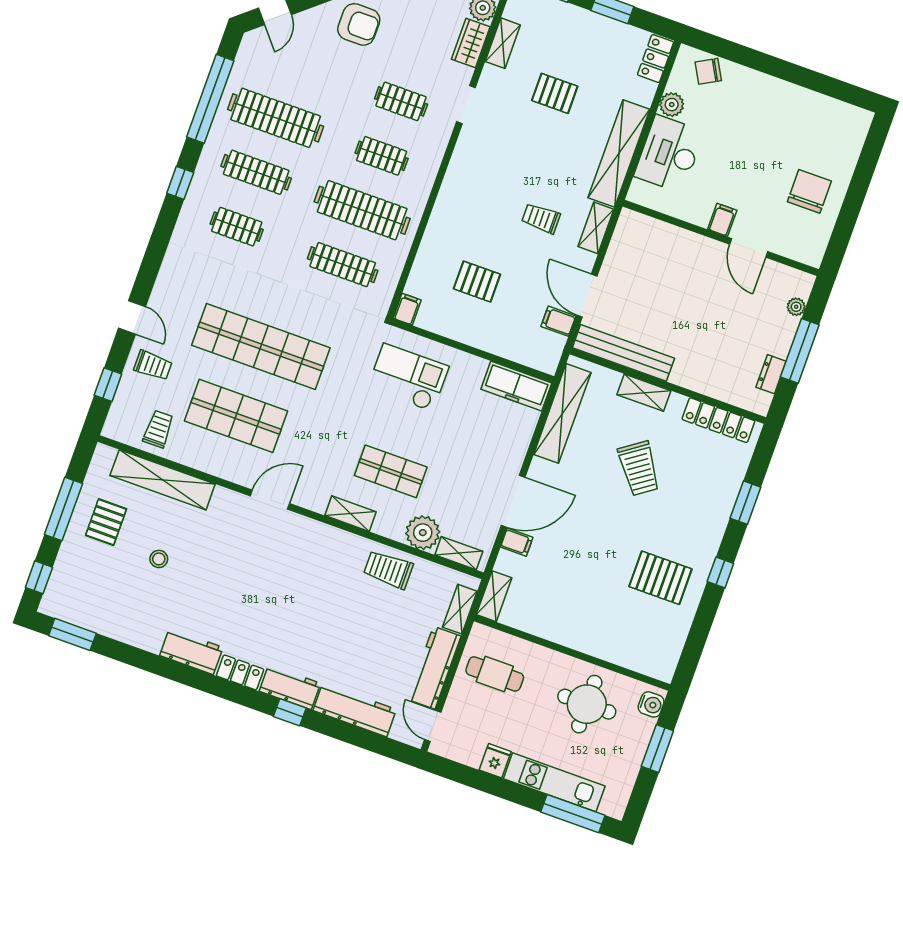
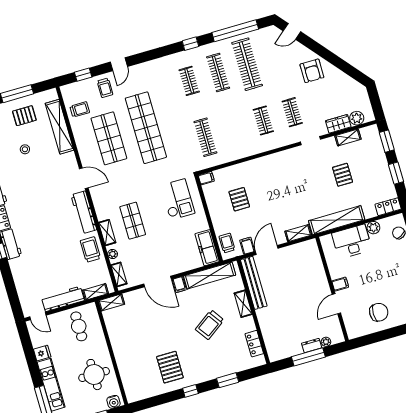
clothes rail: (362, 210) -> (234, 129), removed
trolley: (541, 218) -> (227, 243), moved
dresser: (771, 374) -> (312, 346), moved
locker: (718, 420) -> (254, 344), width x0.66
shelving: (350, 514) -> (107, 233), moved
plant: (423, 533) -> (113, 254), width x0.53, depth x0.53
filing cabinet: (517, 542) -> (179, 284), moved
workbench: (355, 710) -> (84, 212), moved, turned 180
door: (433, 726) -> (38, 316), swing flipped

